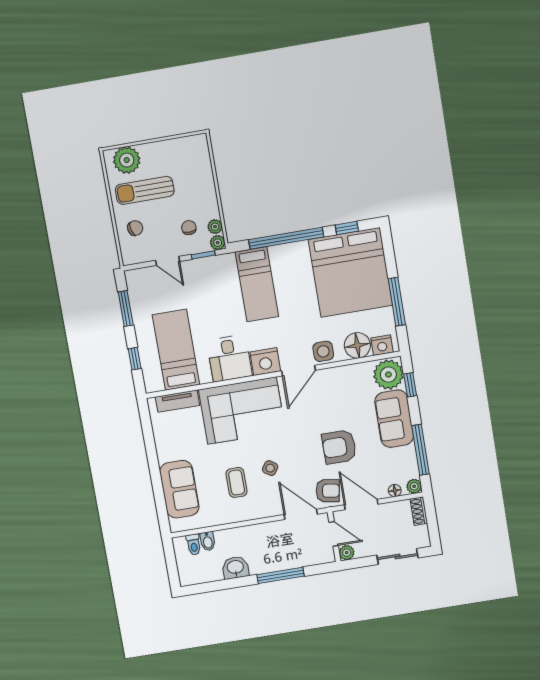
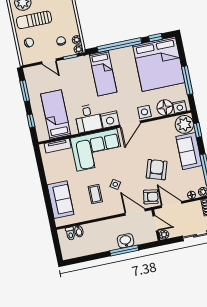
armchair: (339, 447) -> (157, 170), turned 108
washbasin: (235, 568) -> (126, 241), moved

